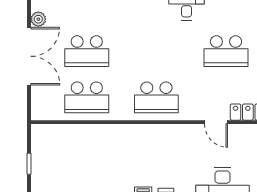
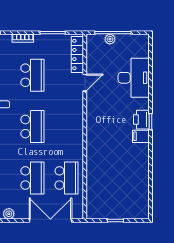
double door: (29, 56) -> (50, 221), moved
school desk: (156, 97) -> (32, 127), moved

